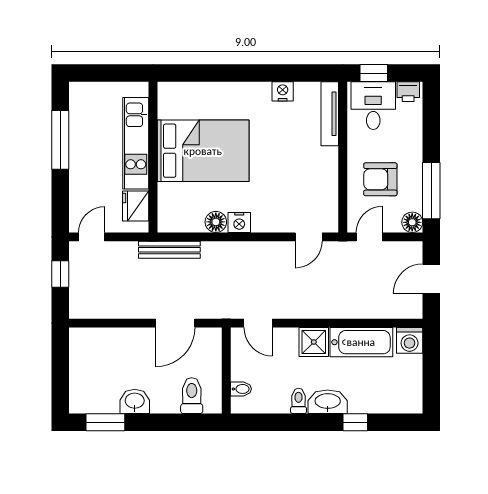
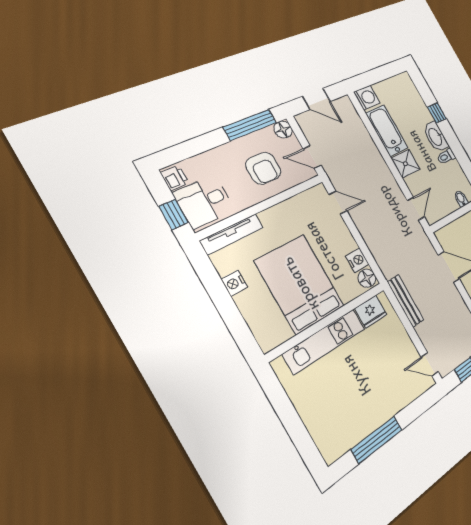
kitchen unit: (136, 143) -> (324, 341), moved
bed: (203, 151) -> (300, 284), moved
wall: (153, 157) -> (327, 321), moved
fridge: (136, 206) -> (371, 312), moved

